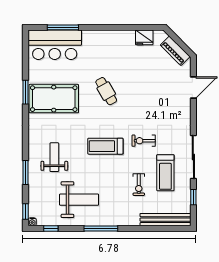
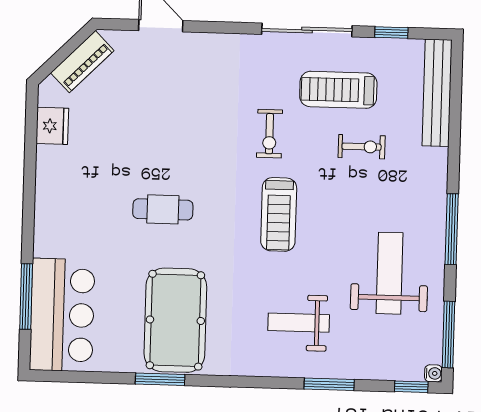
cafe table: (106, 91) -> (163, 209), turned 30
treadmill: (165, 173) -> (338, 90), turned 180
window: (51, 228) -> (449, 334), width x2.17

